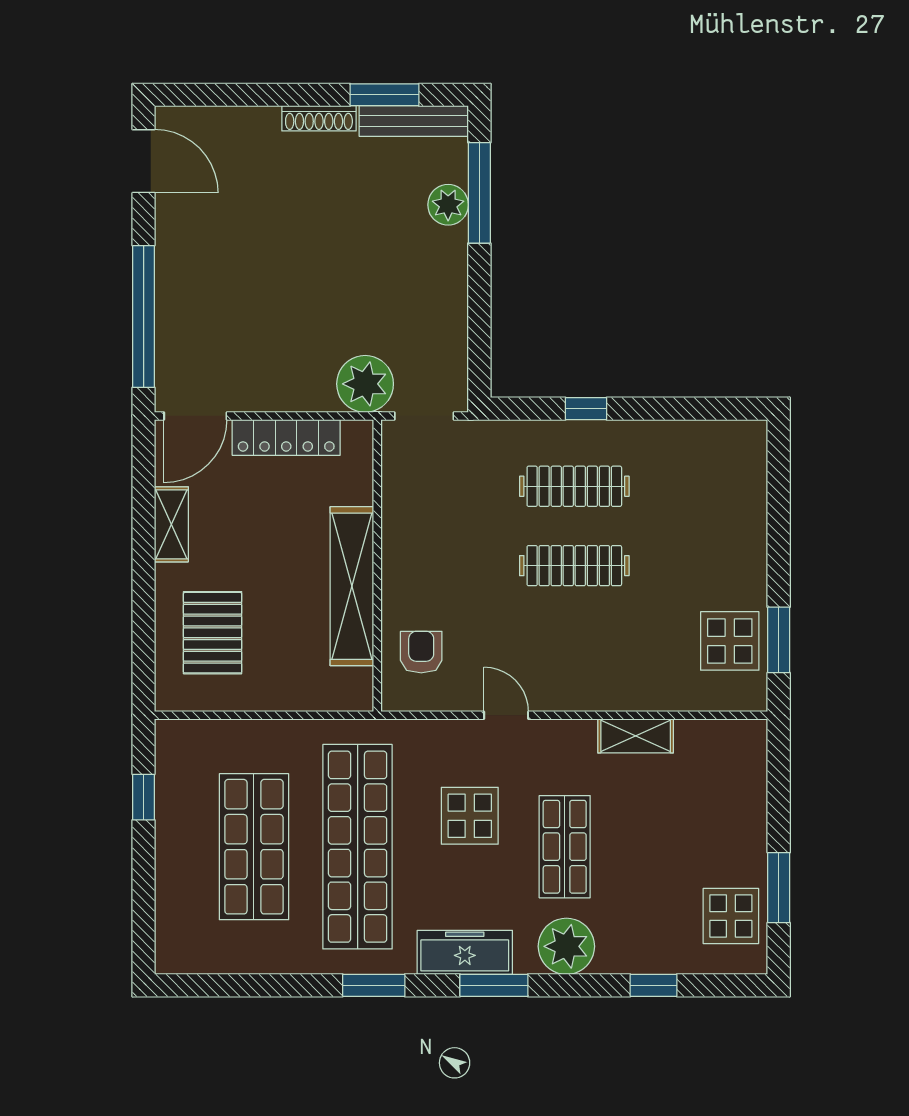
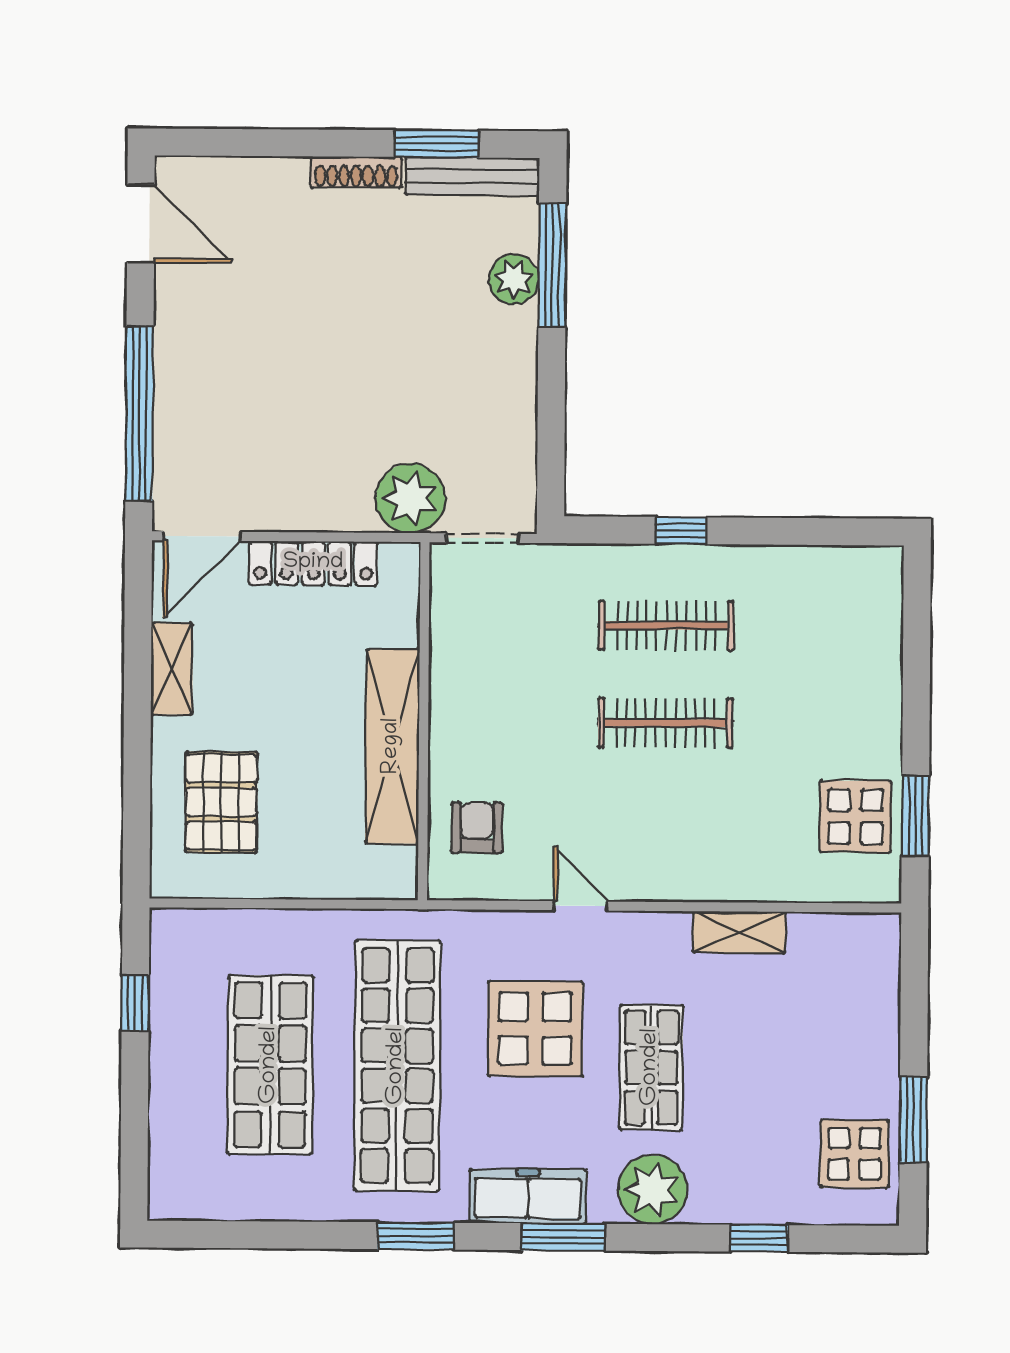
display table: (470, 816) -> (535, 1029), width x1.36, depth x1.36

